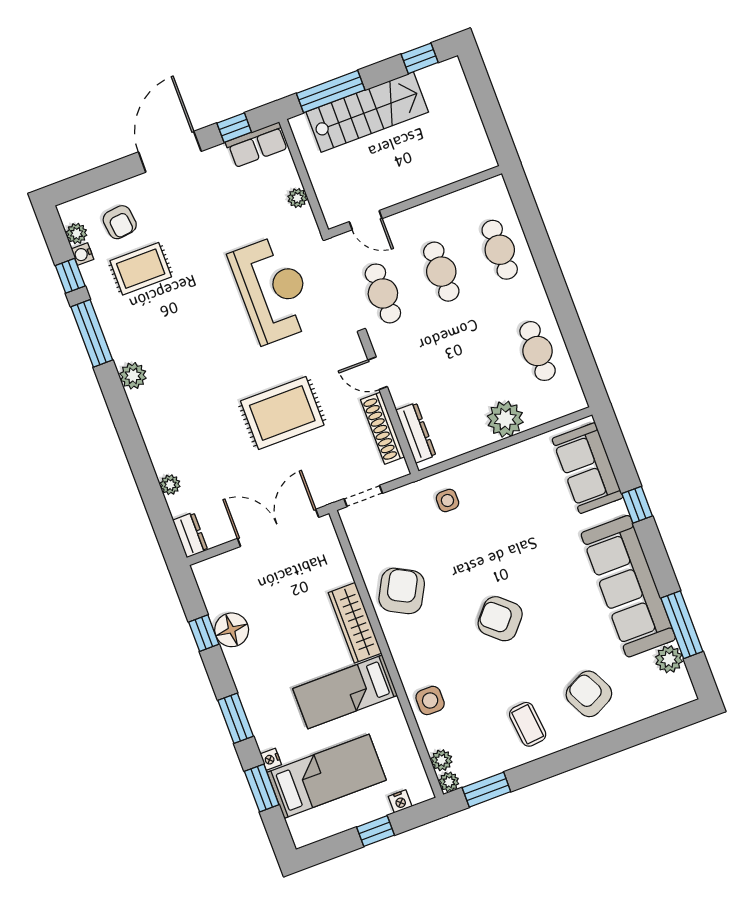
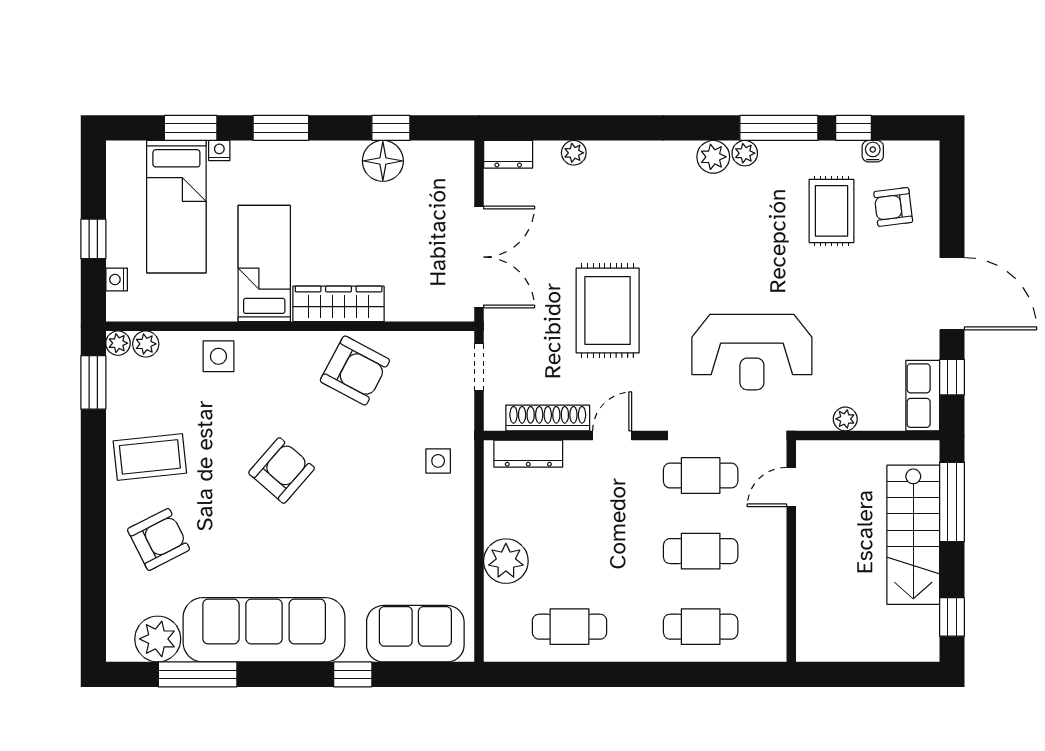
plant: (77, 233) -> (745, 153), moved
plant: (669, 659) -> (158, 639), width x1.36, depth x1.36
coffee table: (528, 724) -> (150, 457), width x1.36, depth x1.30

